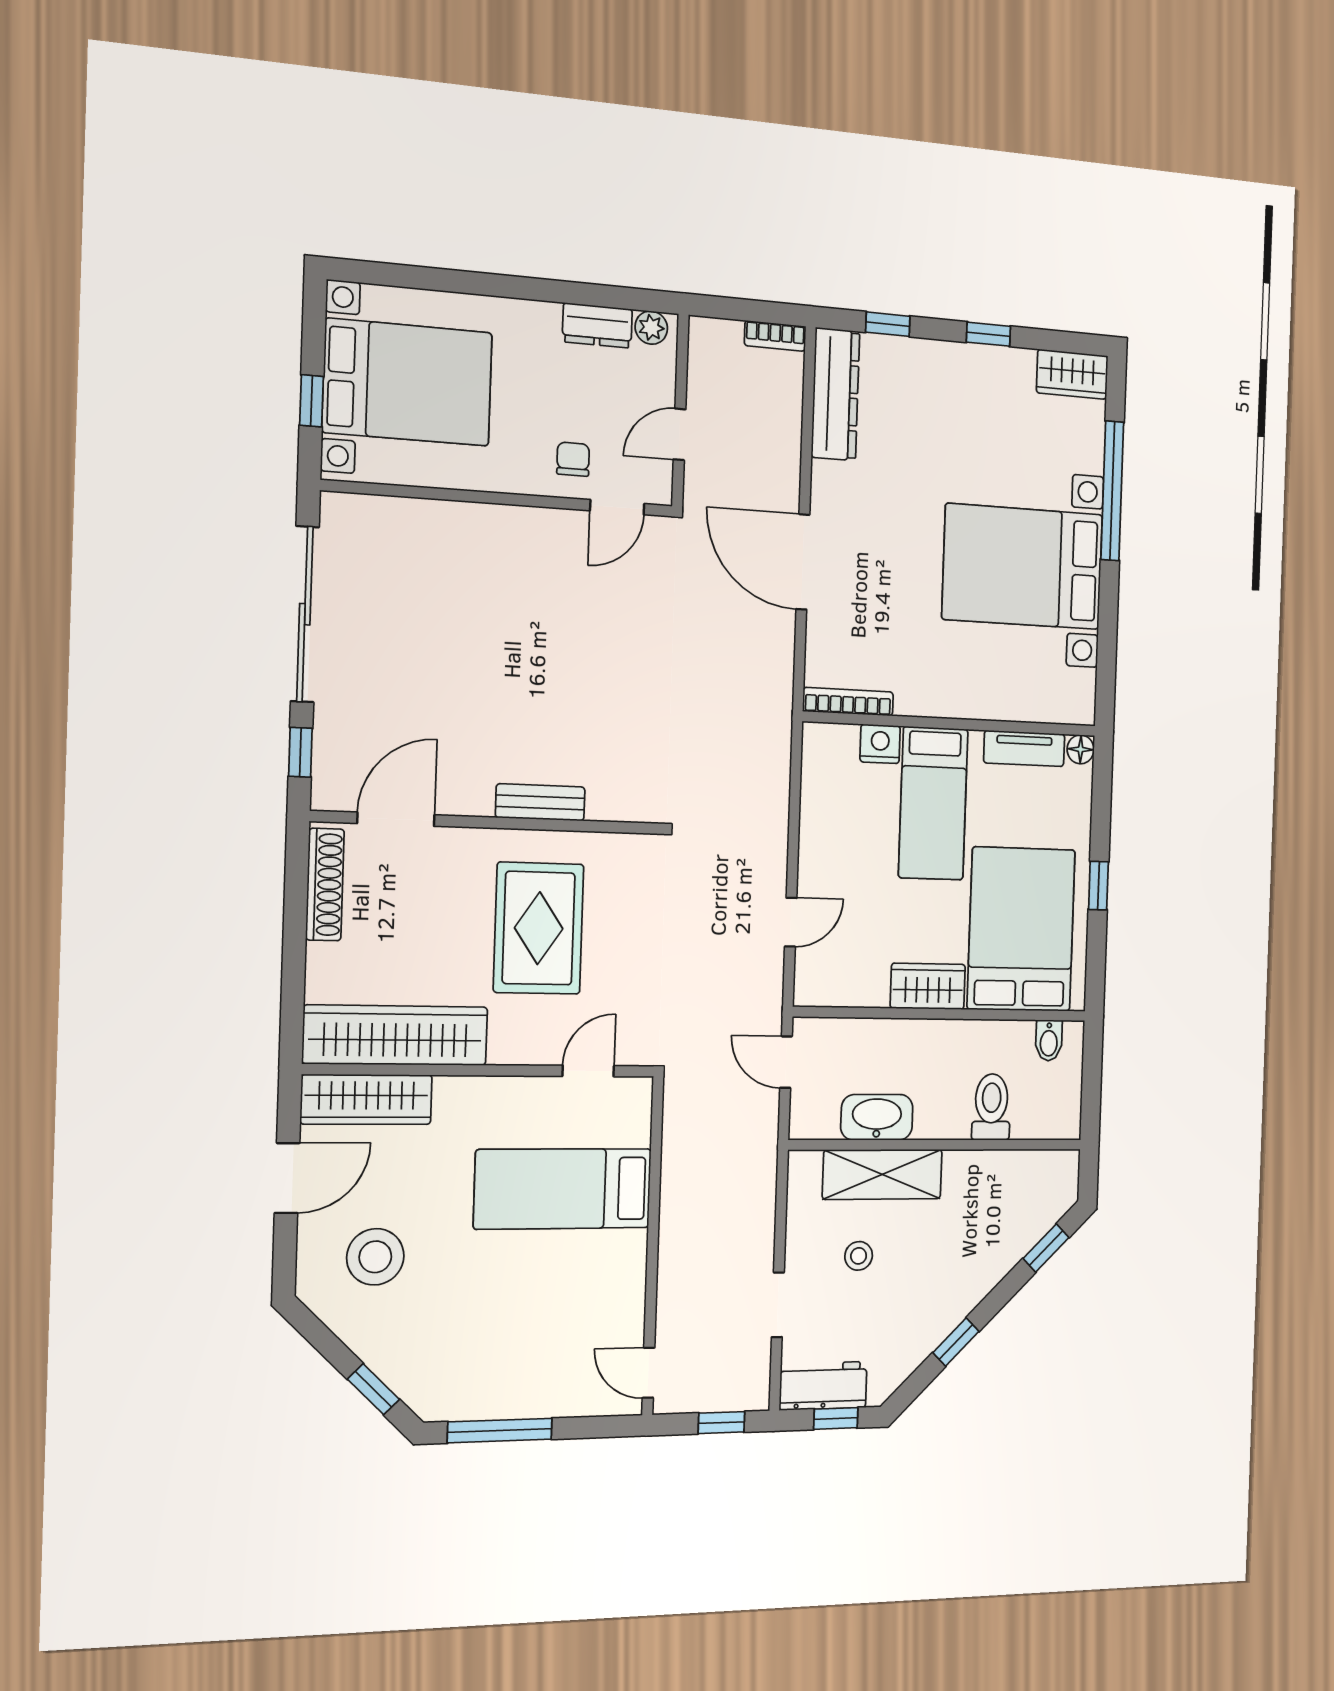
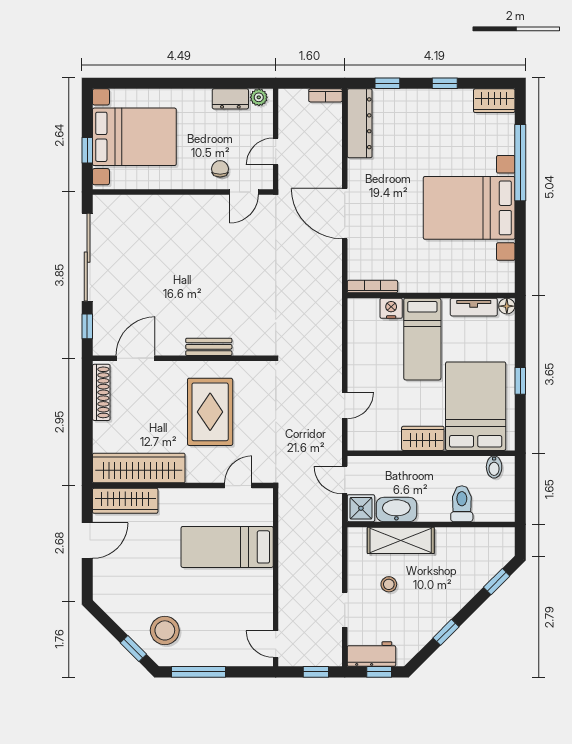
shower: (814, 1115) -> (361, 508), added
stool: (375, 1257) -> (165, 630), moved

